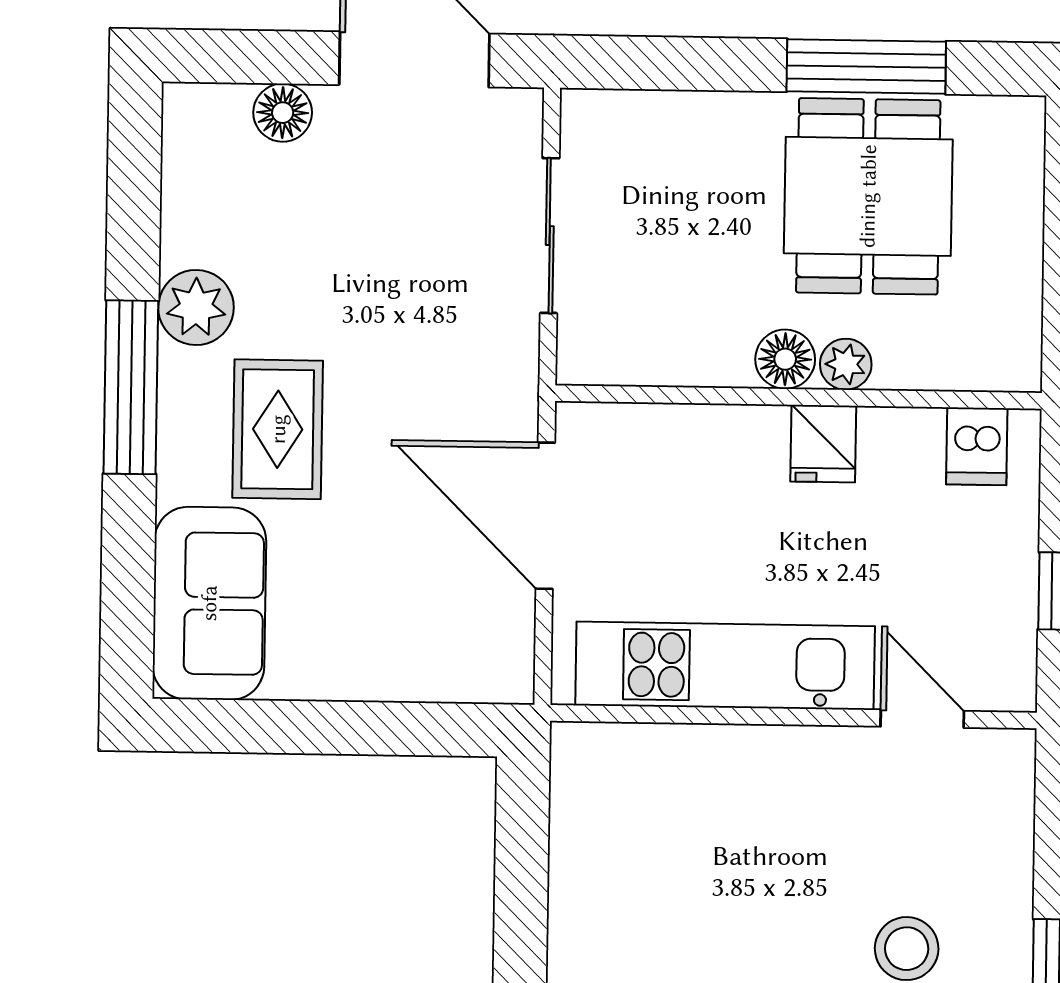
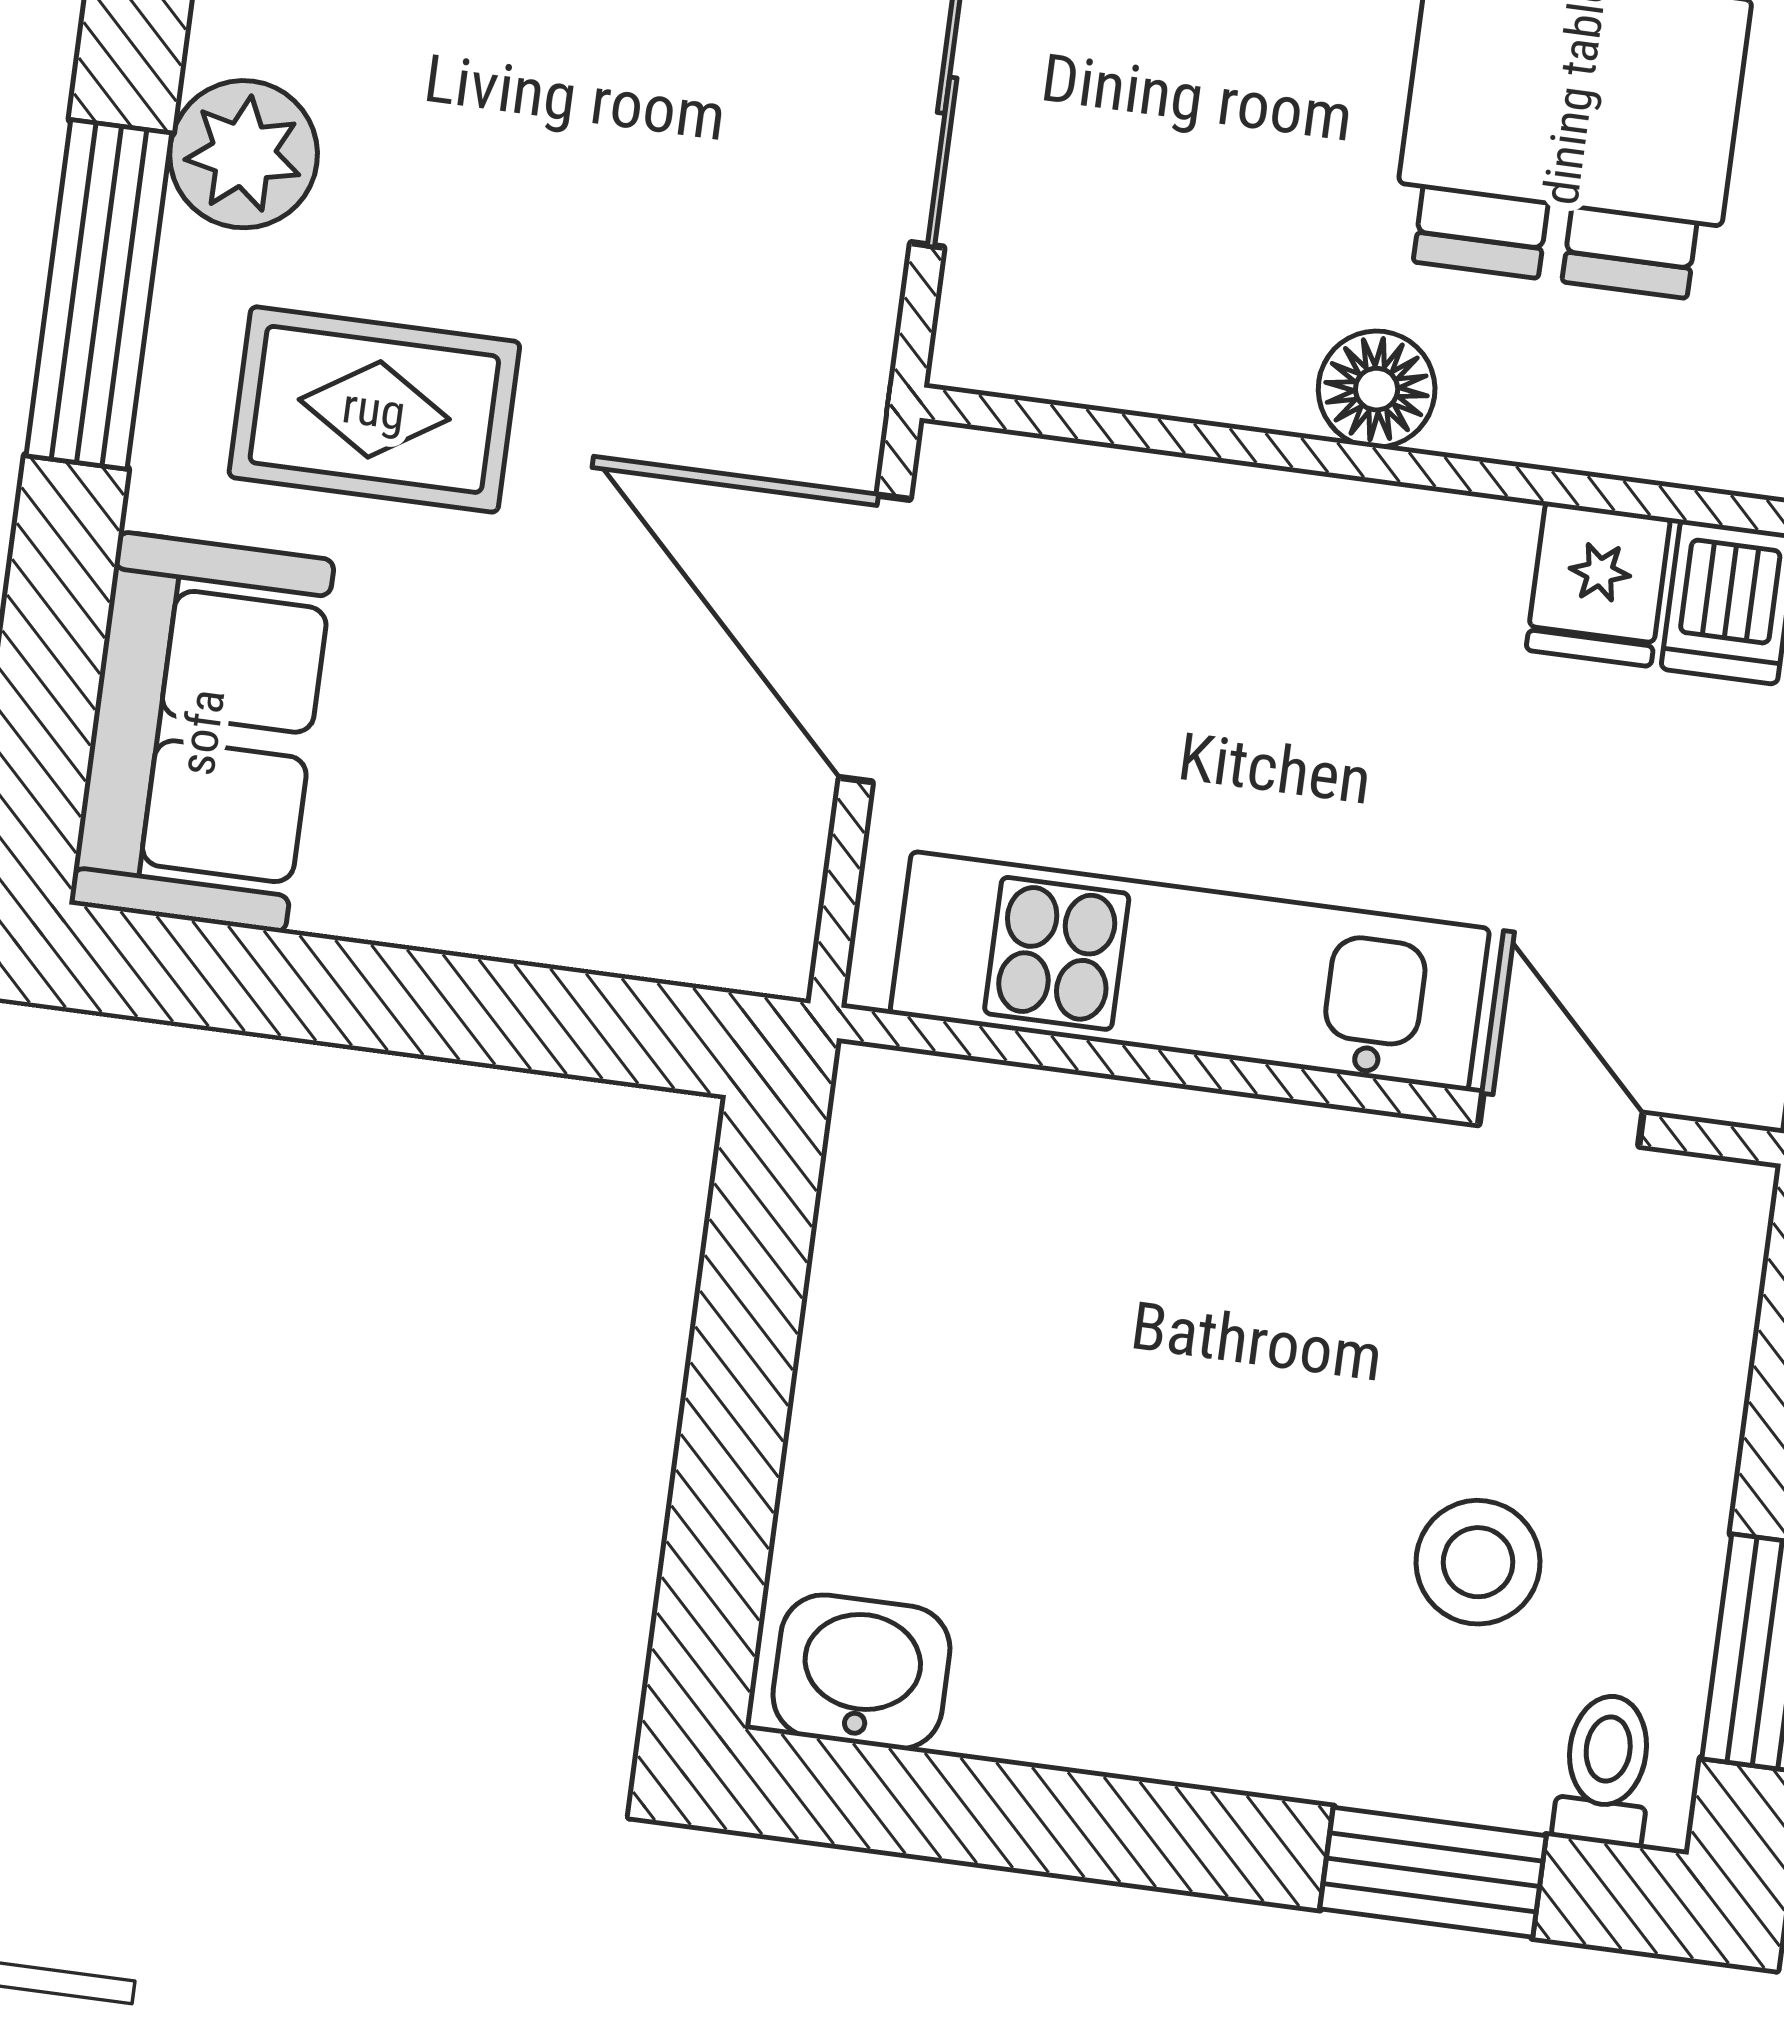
plant: (846, 364) -> (1493, 413), removed
rug: (278, 429) -> (374, 409), turned 90
fridge: (823, 444) -> (1598, 584), moved

